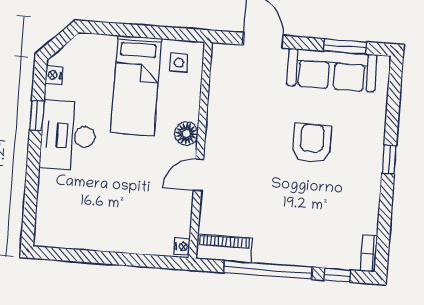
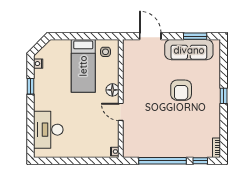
desk: (68, 136) -> (48, 130), moved
armchair: (312, 143) -> (181, 90), turned 180
door: (198, 175) -> (121, 112), hinge flipped
piano: (224, 248) -> (138, 151), removed

